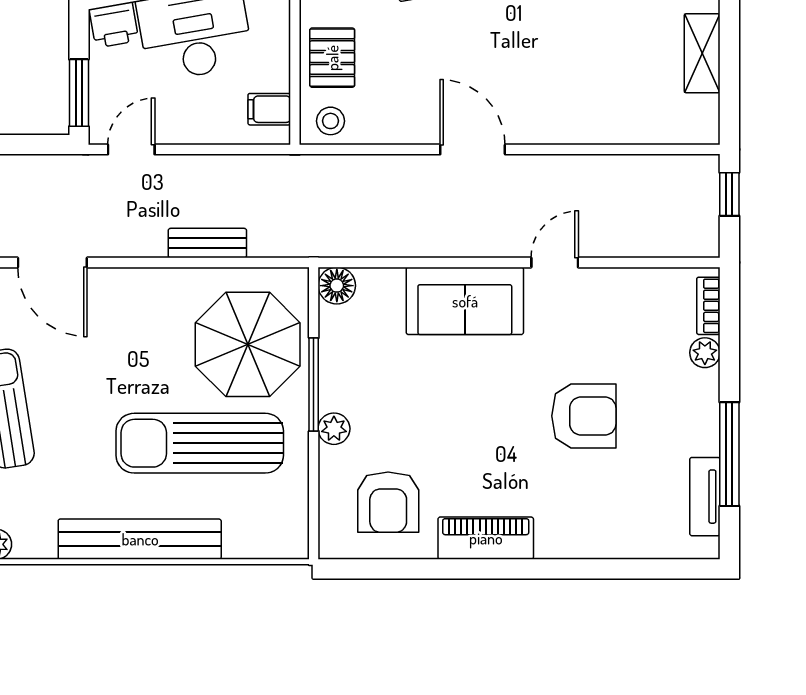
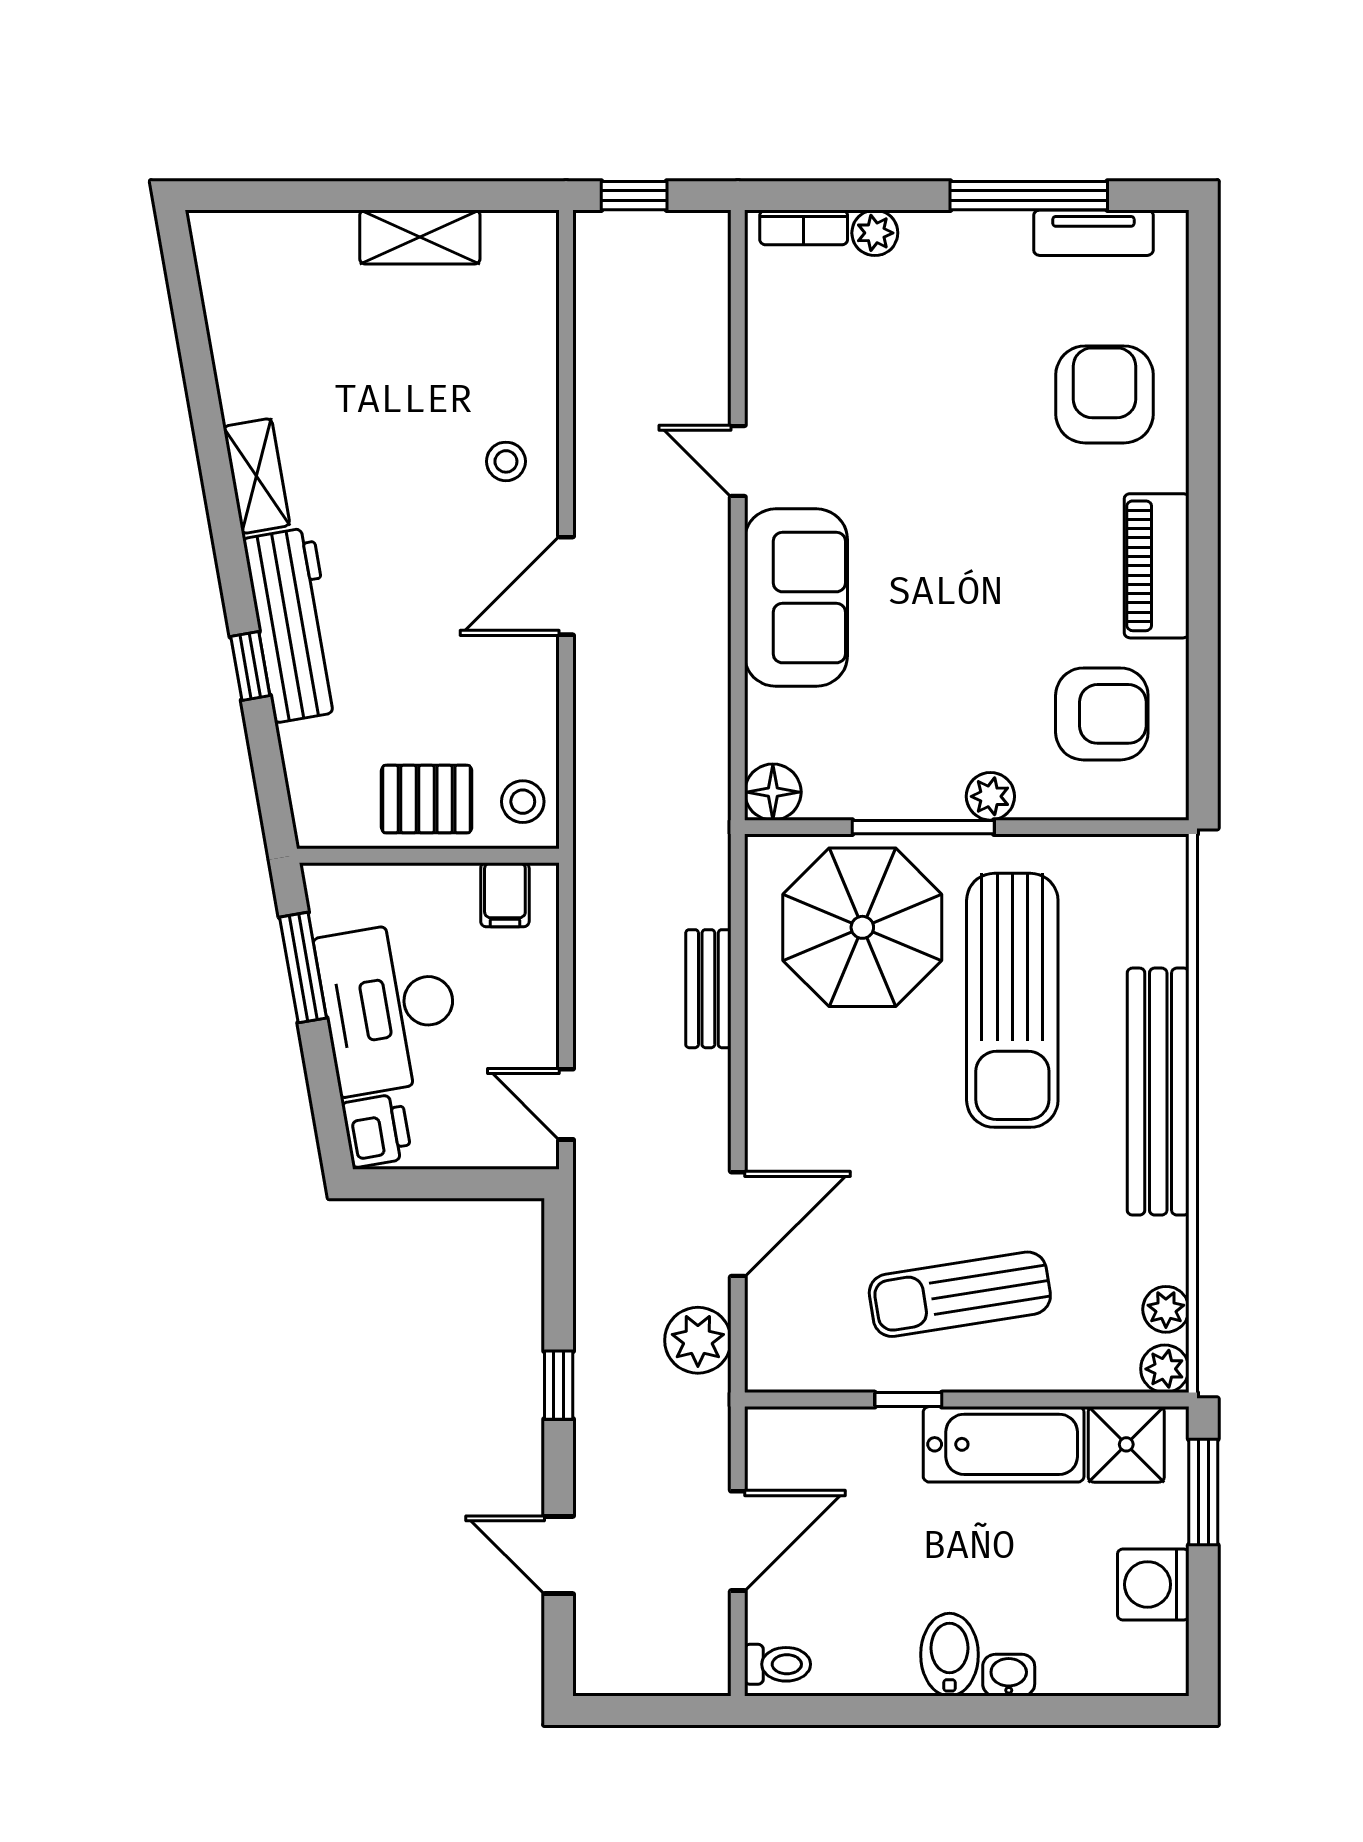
window: (79, 93) -> (480, 1184), removed
stool: (554, 110) -> (506, 461), added
armchair: (584, 416) -> (1104, 394), moved

